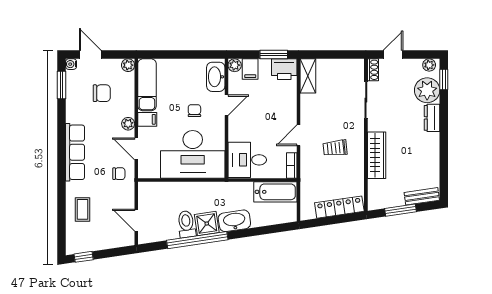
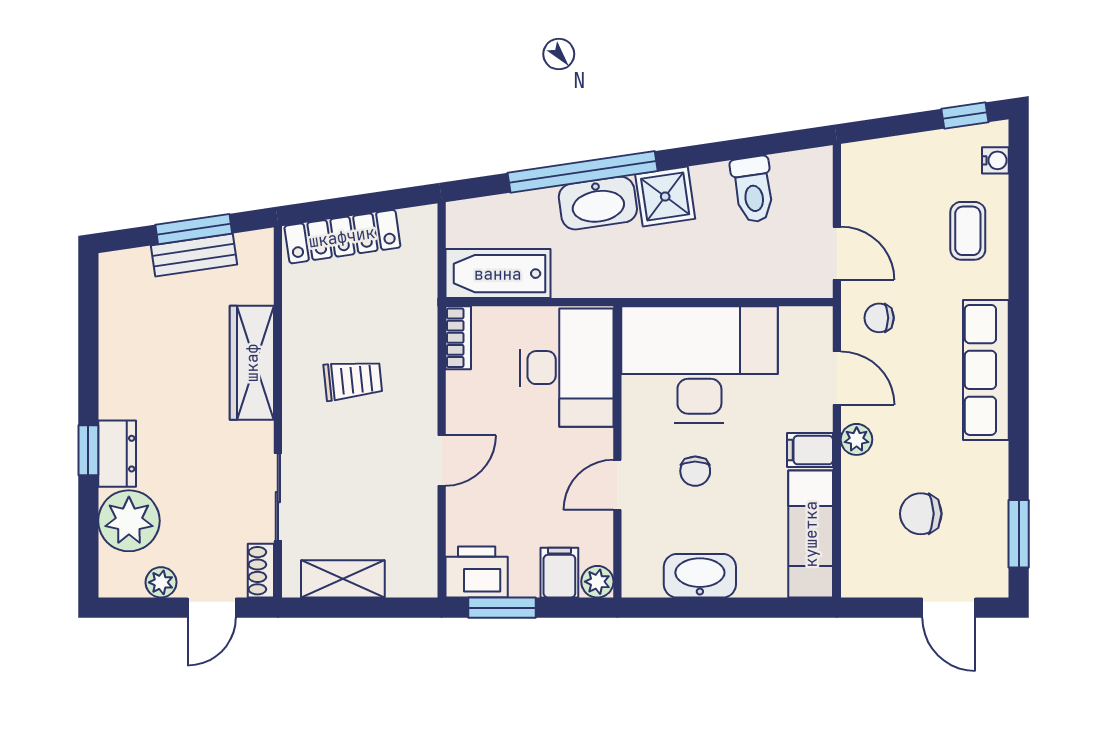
water cooler: (71, 64) -> (995, 160), moved
plant: (128, 65) -> (857, 582), removed
plant: (429, 65) -> (161, 582), moved
shelving: (308, 76) -> (343, 579), moved, turned 90
washbasin: (216, 77) -> (700, 576), moved, turned -90
window: (444, 80) -> (88, 450), moved
door: (299, 135) -> (442, 460), moved
desk: (247, 160) -> (567, 368), width x1.37
bench: (422, 196) -> (194, 255), moved
door: (136, 220) -> (837, 253), moved
toilet: (186, 224) -> (753, 189), moved
window: (197, 240) -> (583, 172), moved

